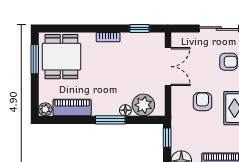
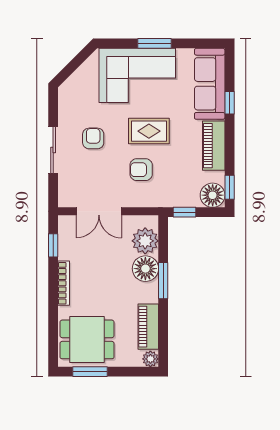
bookcase: (108, 37) -> (64, 283), width x1.56
double door: (168, 67) -> (99, 211), swing flipped
floor lamp: (125, 110) -> (145, 269), width x1.89, depth x1.89

